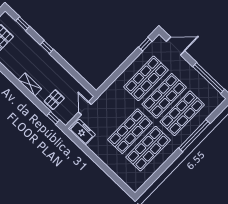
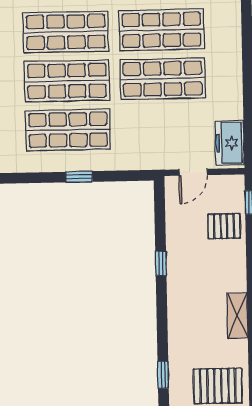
window: (145, 44) -> (79, 177), moved
window: (47, 47) -> (161, 264), moved
shelving: (30, 84) -> (237, 315), moved

